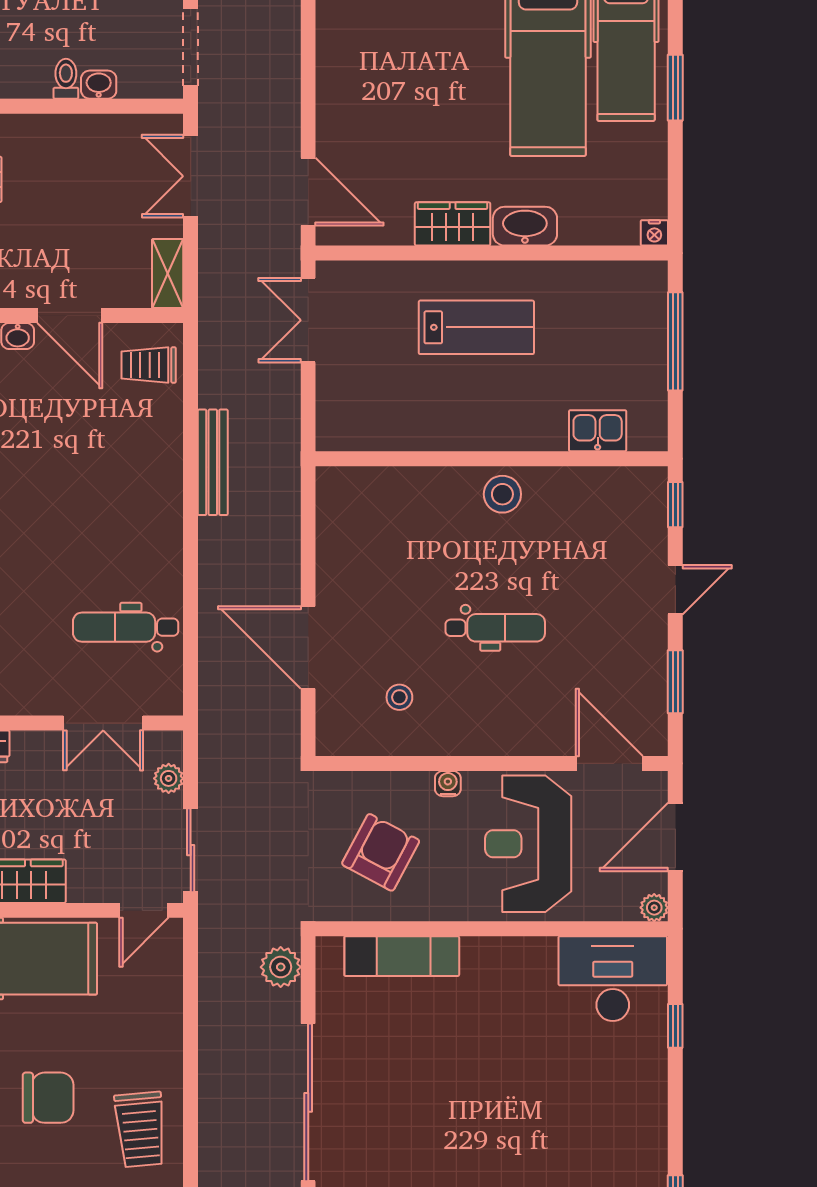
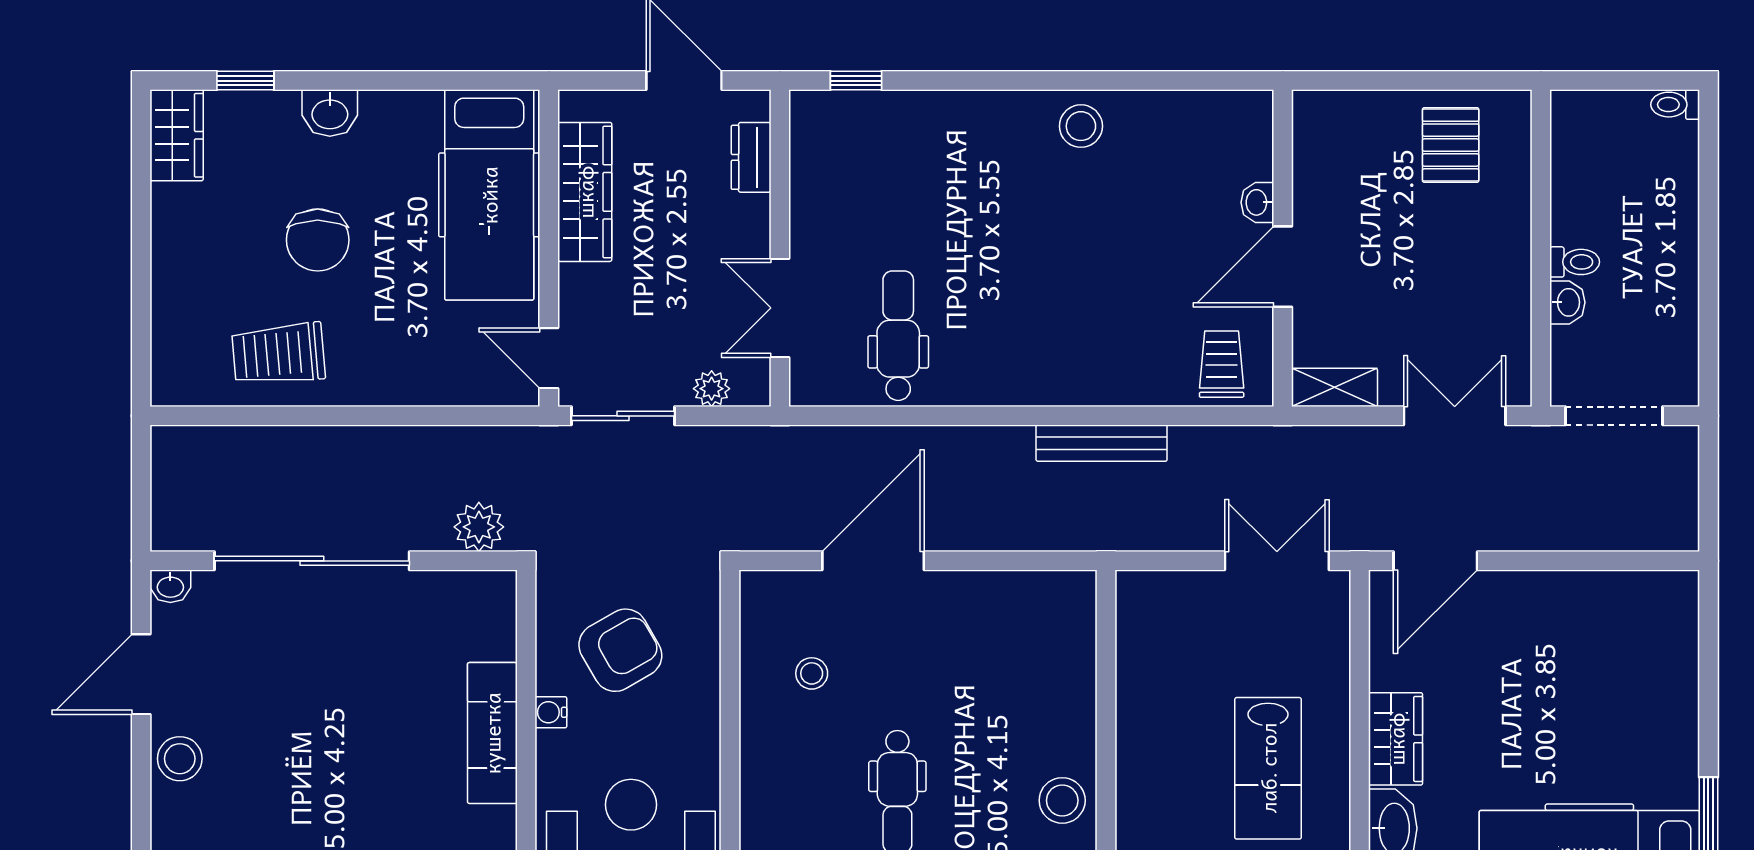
water cooler: (448, 784) -> (551, 712), moved, turned 180
armchair: (381, 852) -> (620, 650), turned -58
exam couch: (402, 956) -> (492, 733), moved

